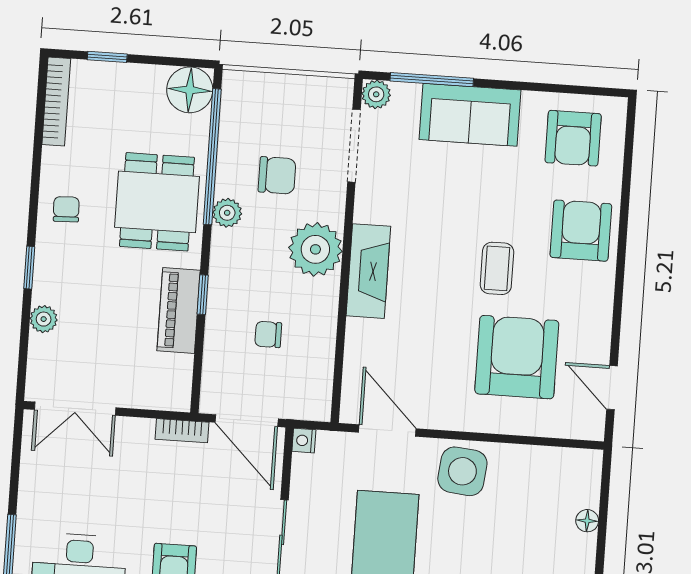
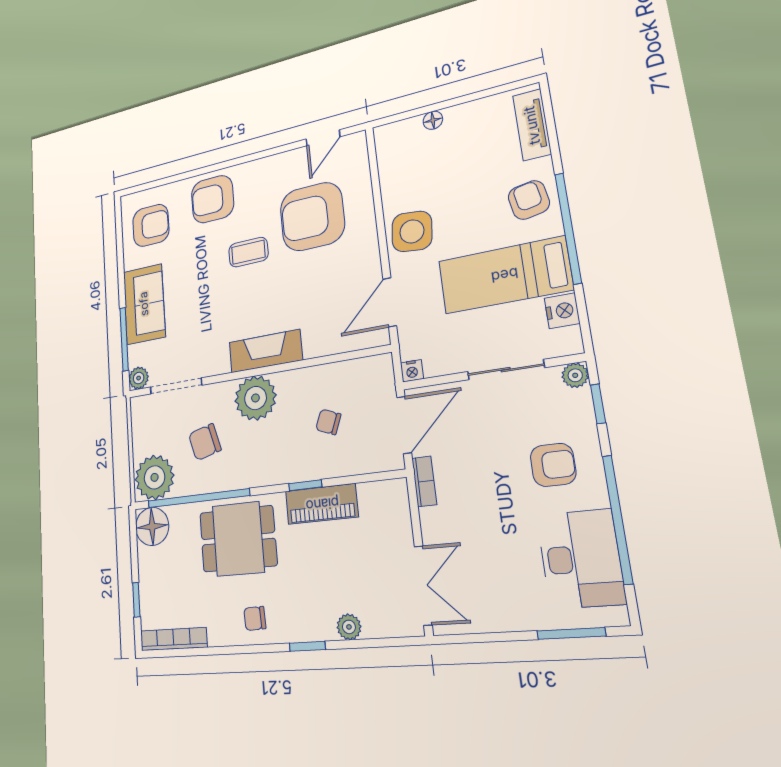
chair: (277, 175) -> (205, 442), turned -105
plant: (227, 213) -> (155, 477), moved, width x1.88, depth x1.88
chair: (268, 334) -> (328, 422), turned 112

